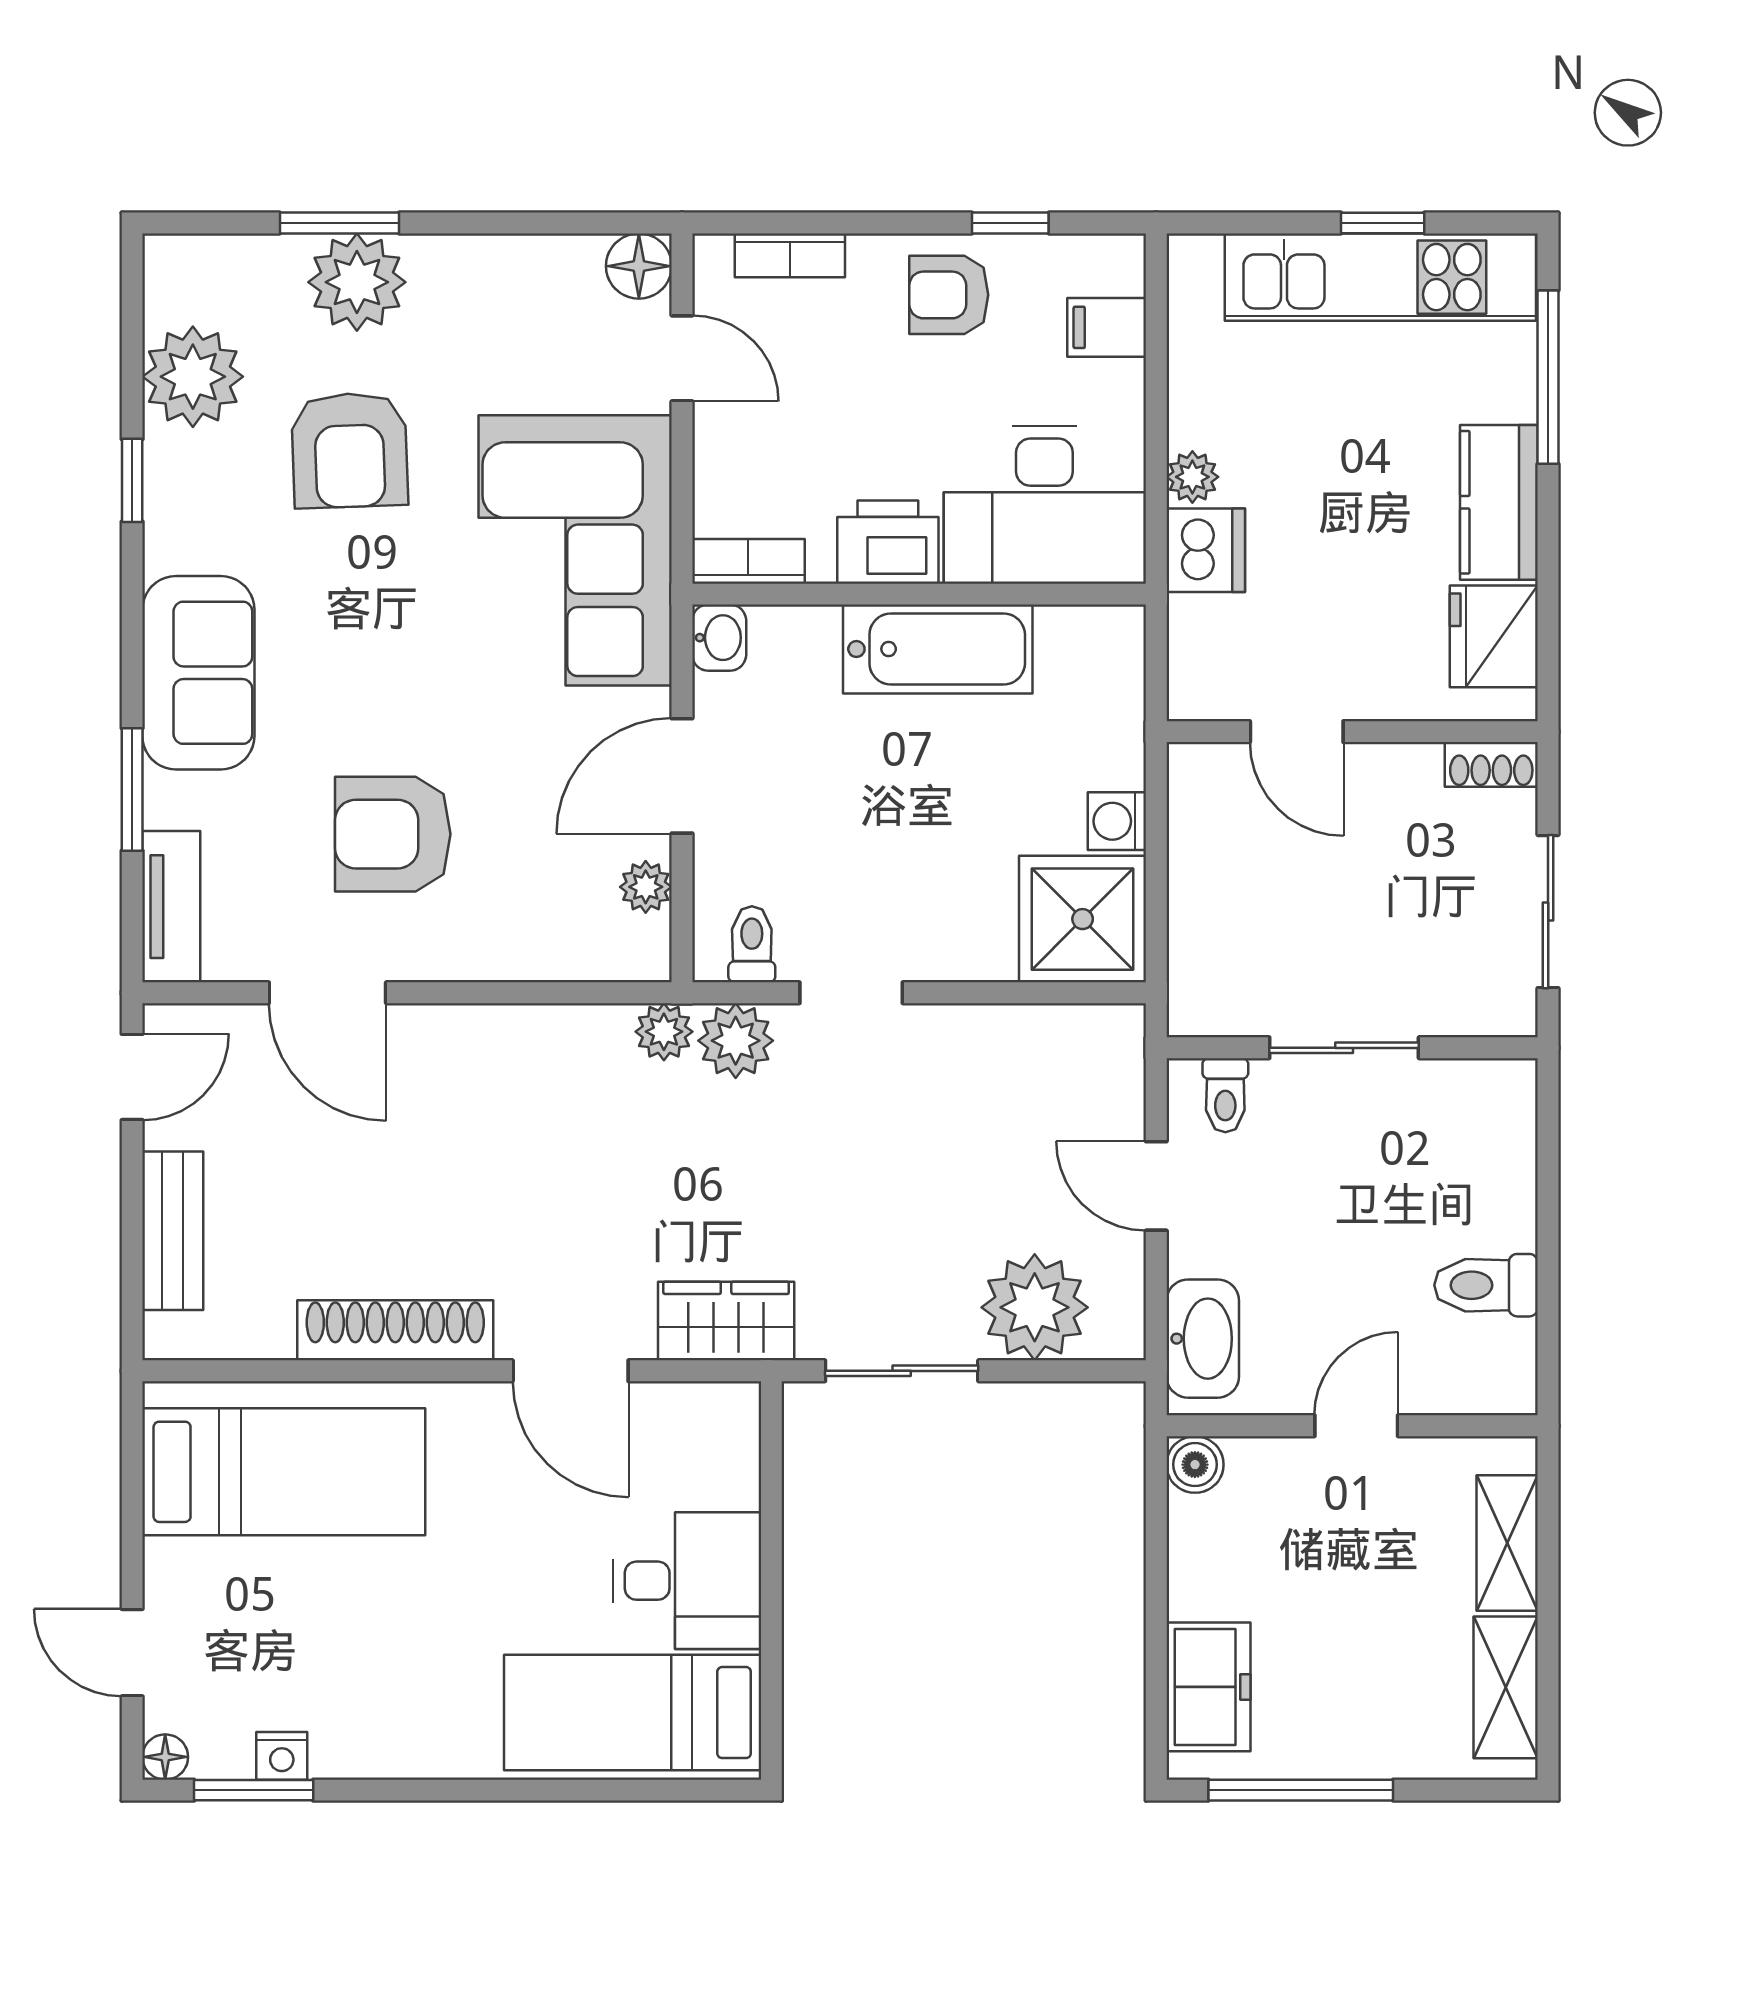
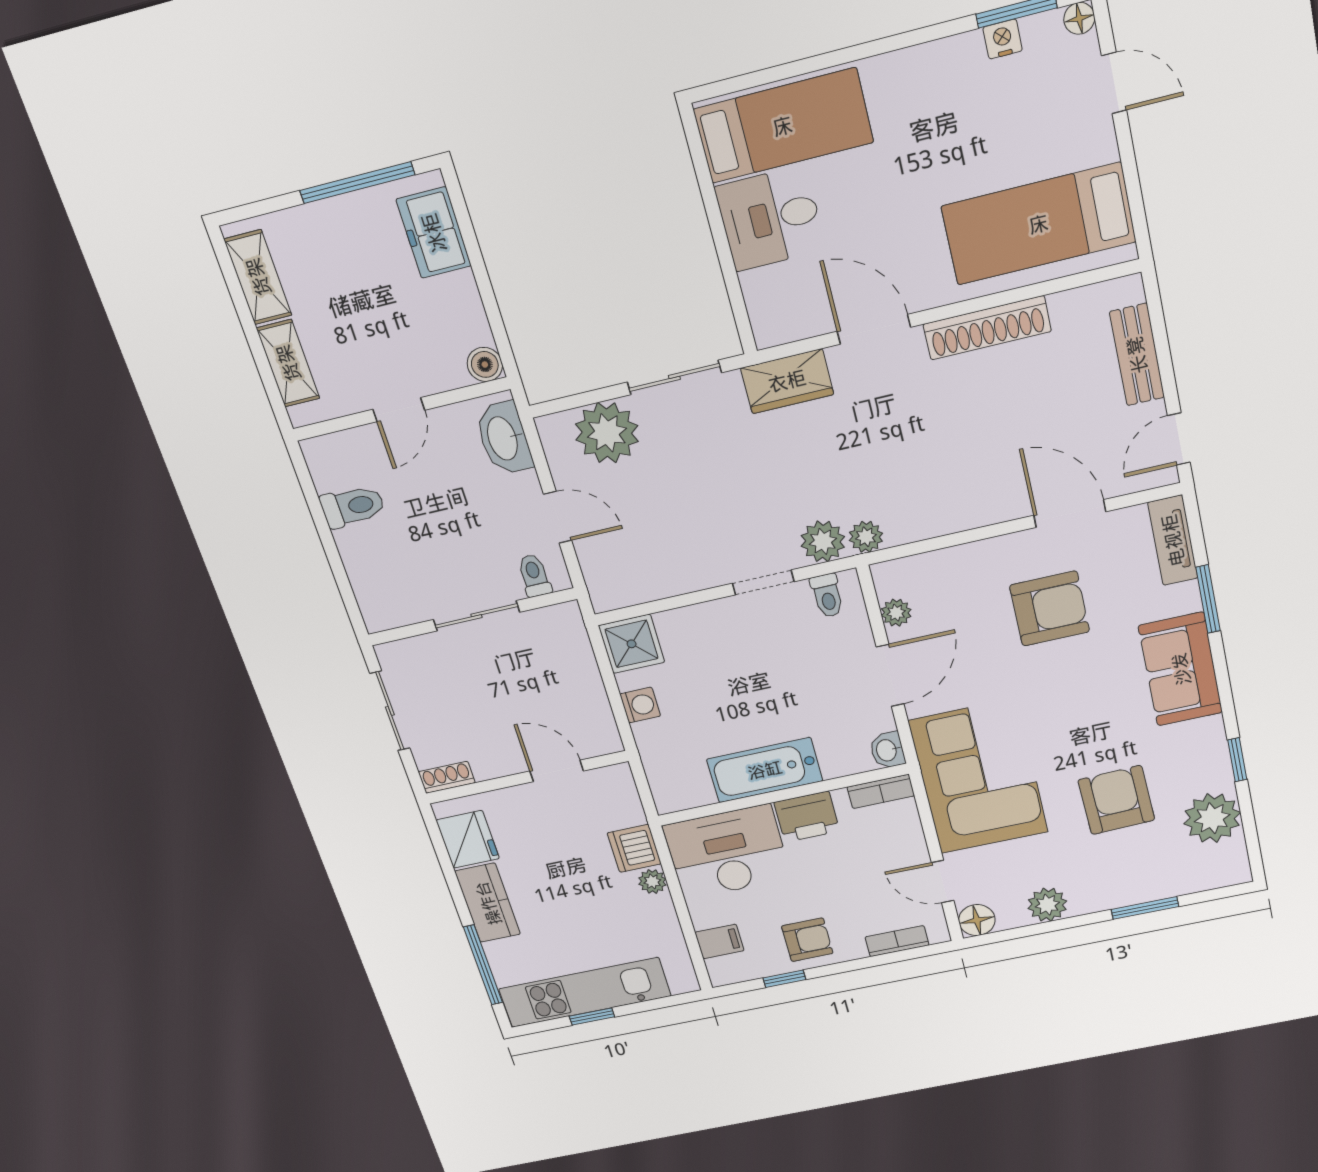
plant: (357, 282) -> (1047, 905), moved, width x0.73, depth x0.73
shower: (1083, 919) -> (632, 644), width x0.73, depth x0.73

